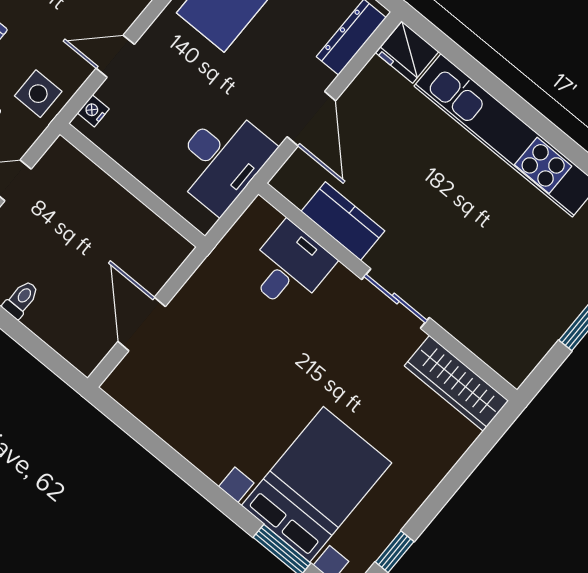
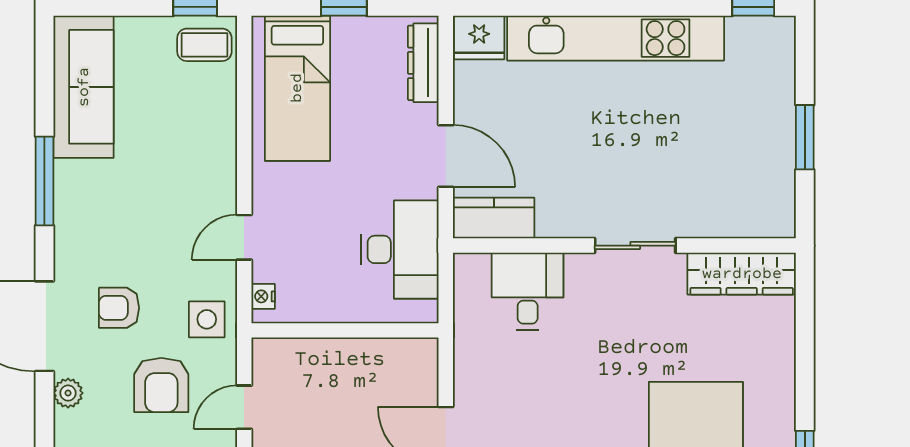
kitchen counter: (343, 221) -> (494, 218), moved

